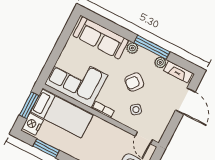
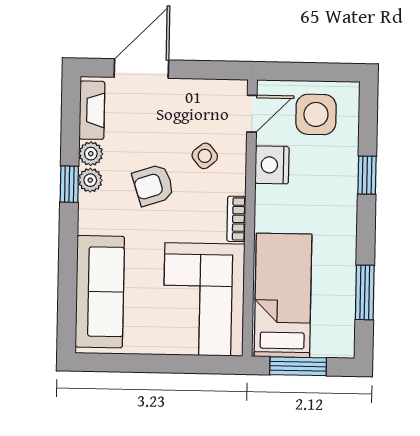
window: (152, 47) -> (69, 184), width x0.46
plant: (132, 48) -> (90, 180), moved
armchair: (134, 82) -> (153, 185), turned 122
nightstand: (33, 124) -> (272, 165), moved, turned 90

